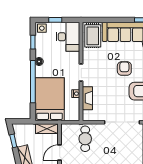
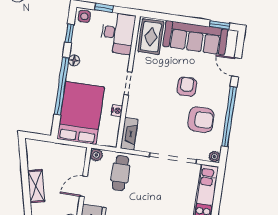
fireplace: (87, 98) -> (129, 134), moved
plant: (66, 128) -> (96, 155), added
shelving: (47, 129) -> (71, 152), removed
window: (13, 141) -> (24, 162), removed

